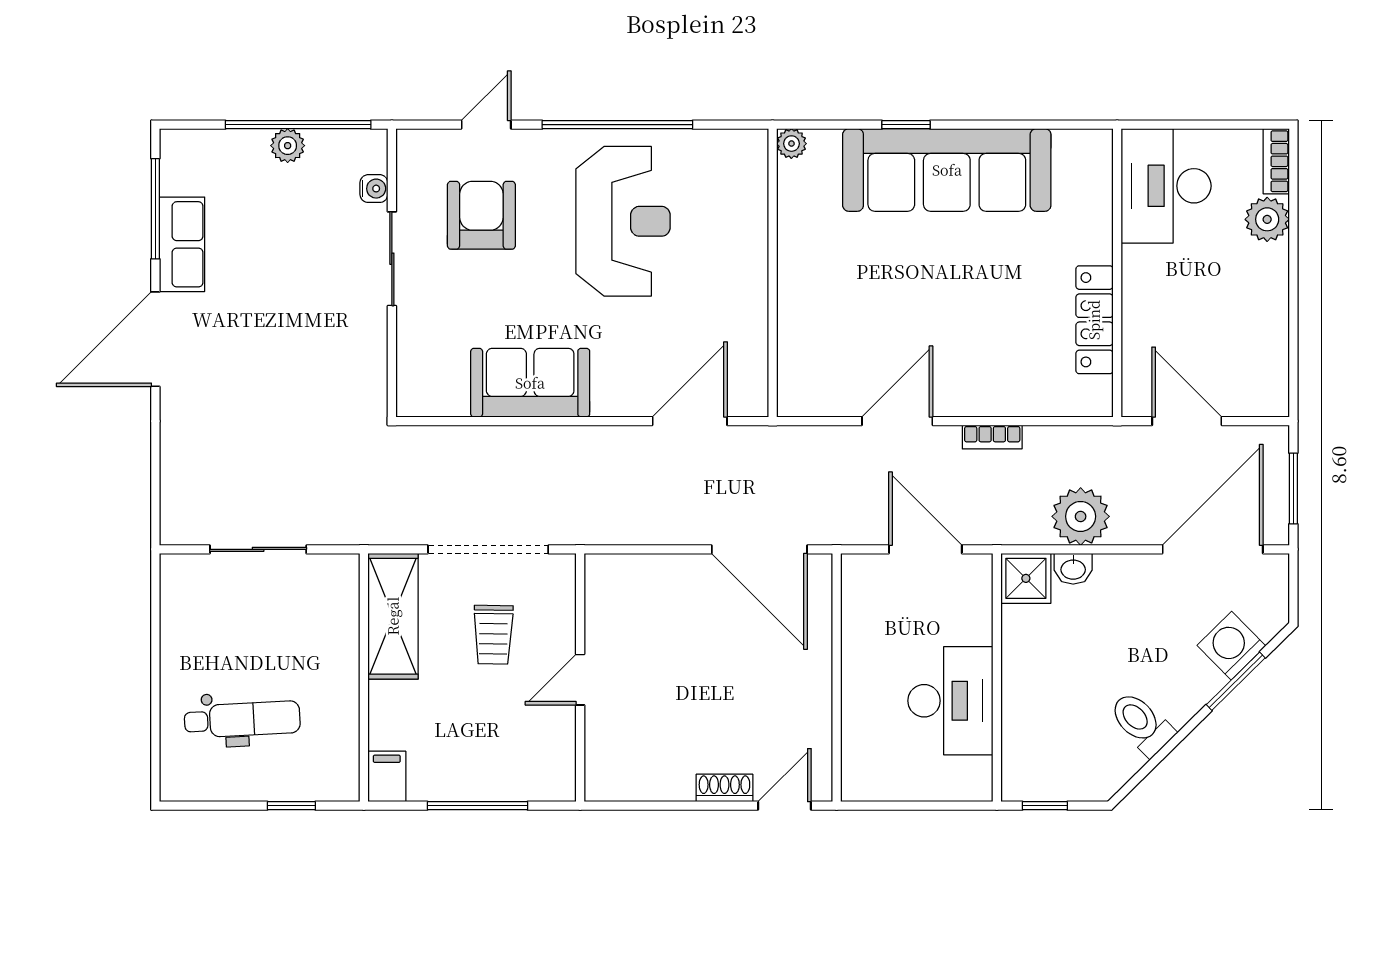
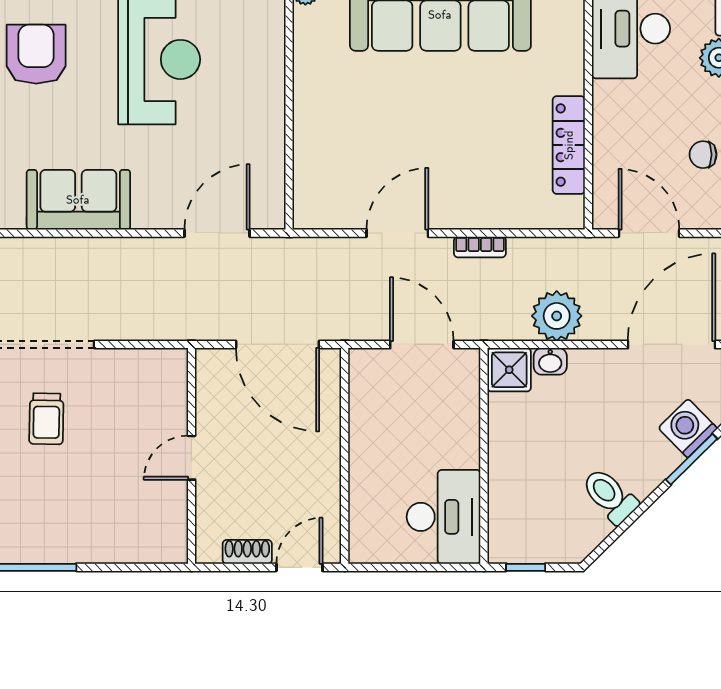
chair: (1249, 331) -> (703, 155), added
wall: (580, 678) -> (191, 456), moved
door: (580, 680) -> (191, 458), moved
desk: (950, 701) -> (444, 517), moved

